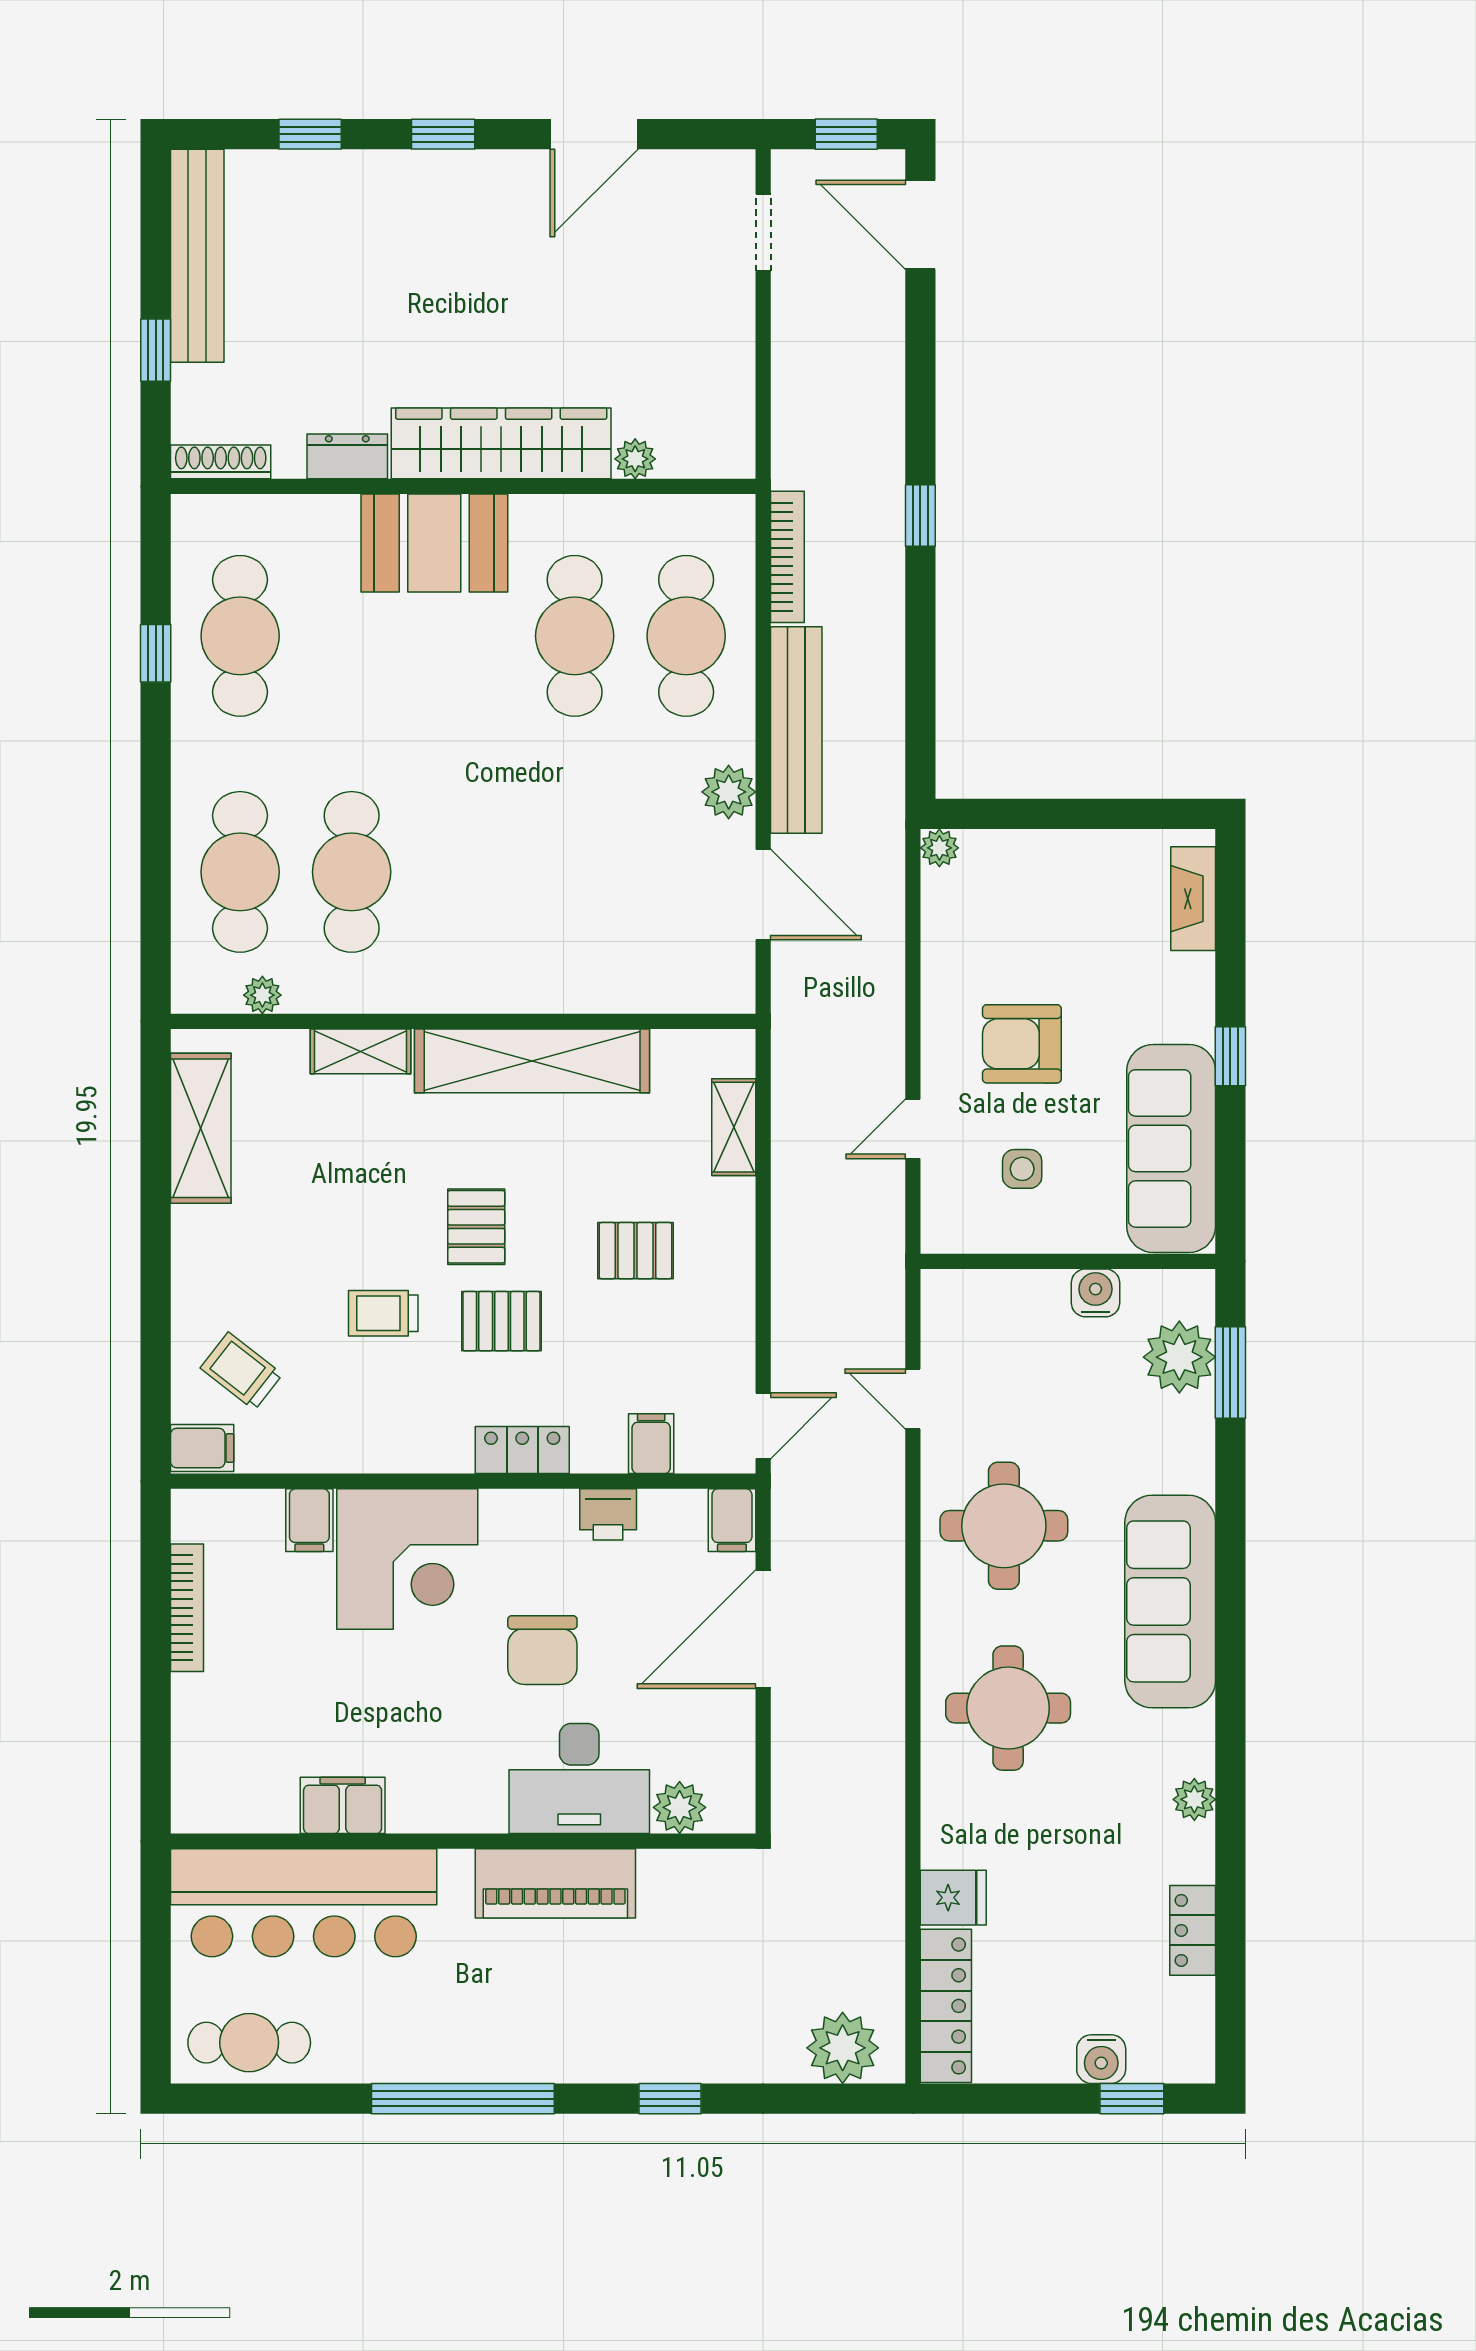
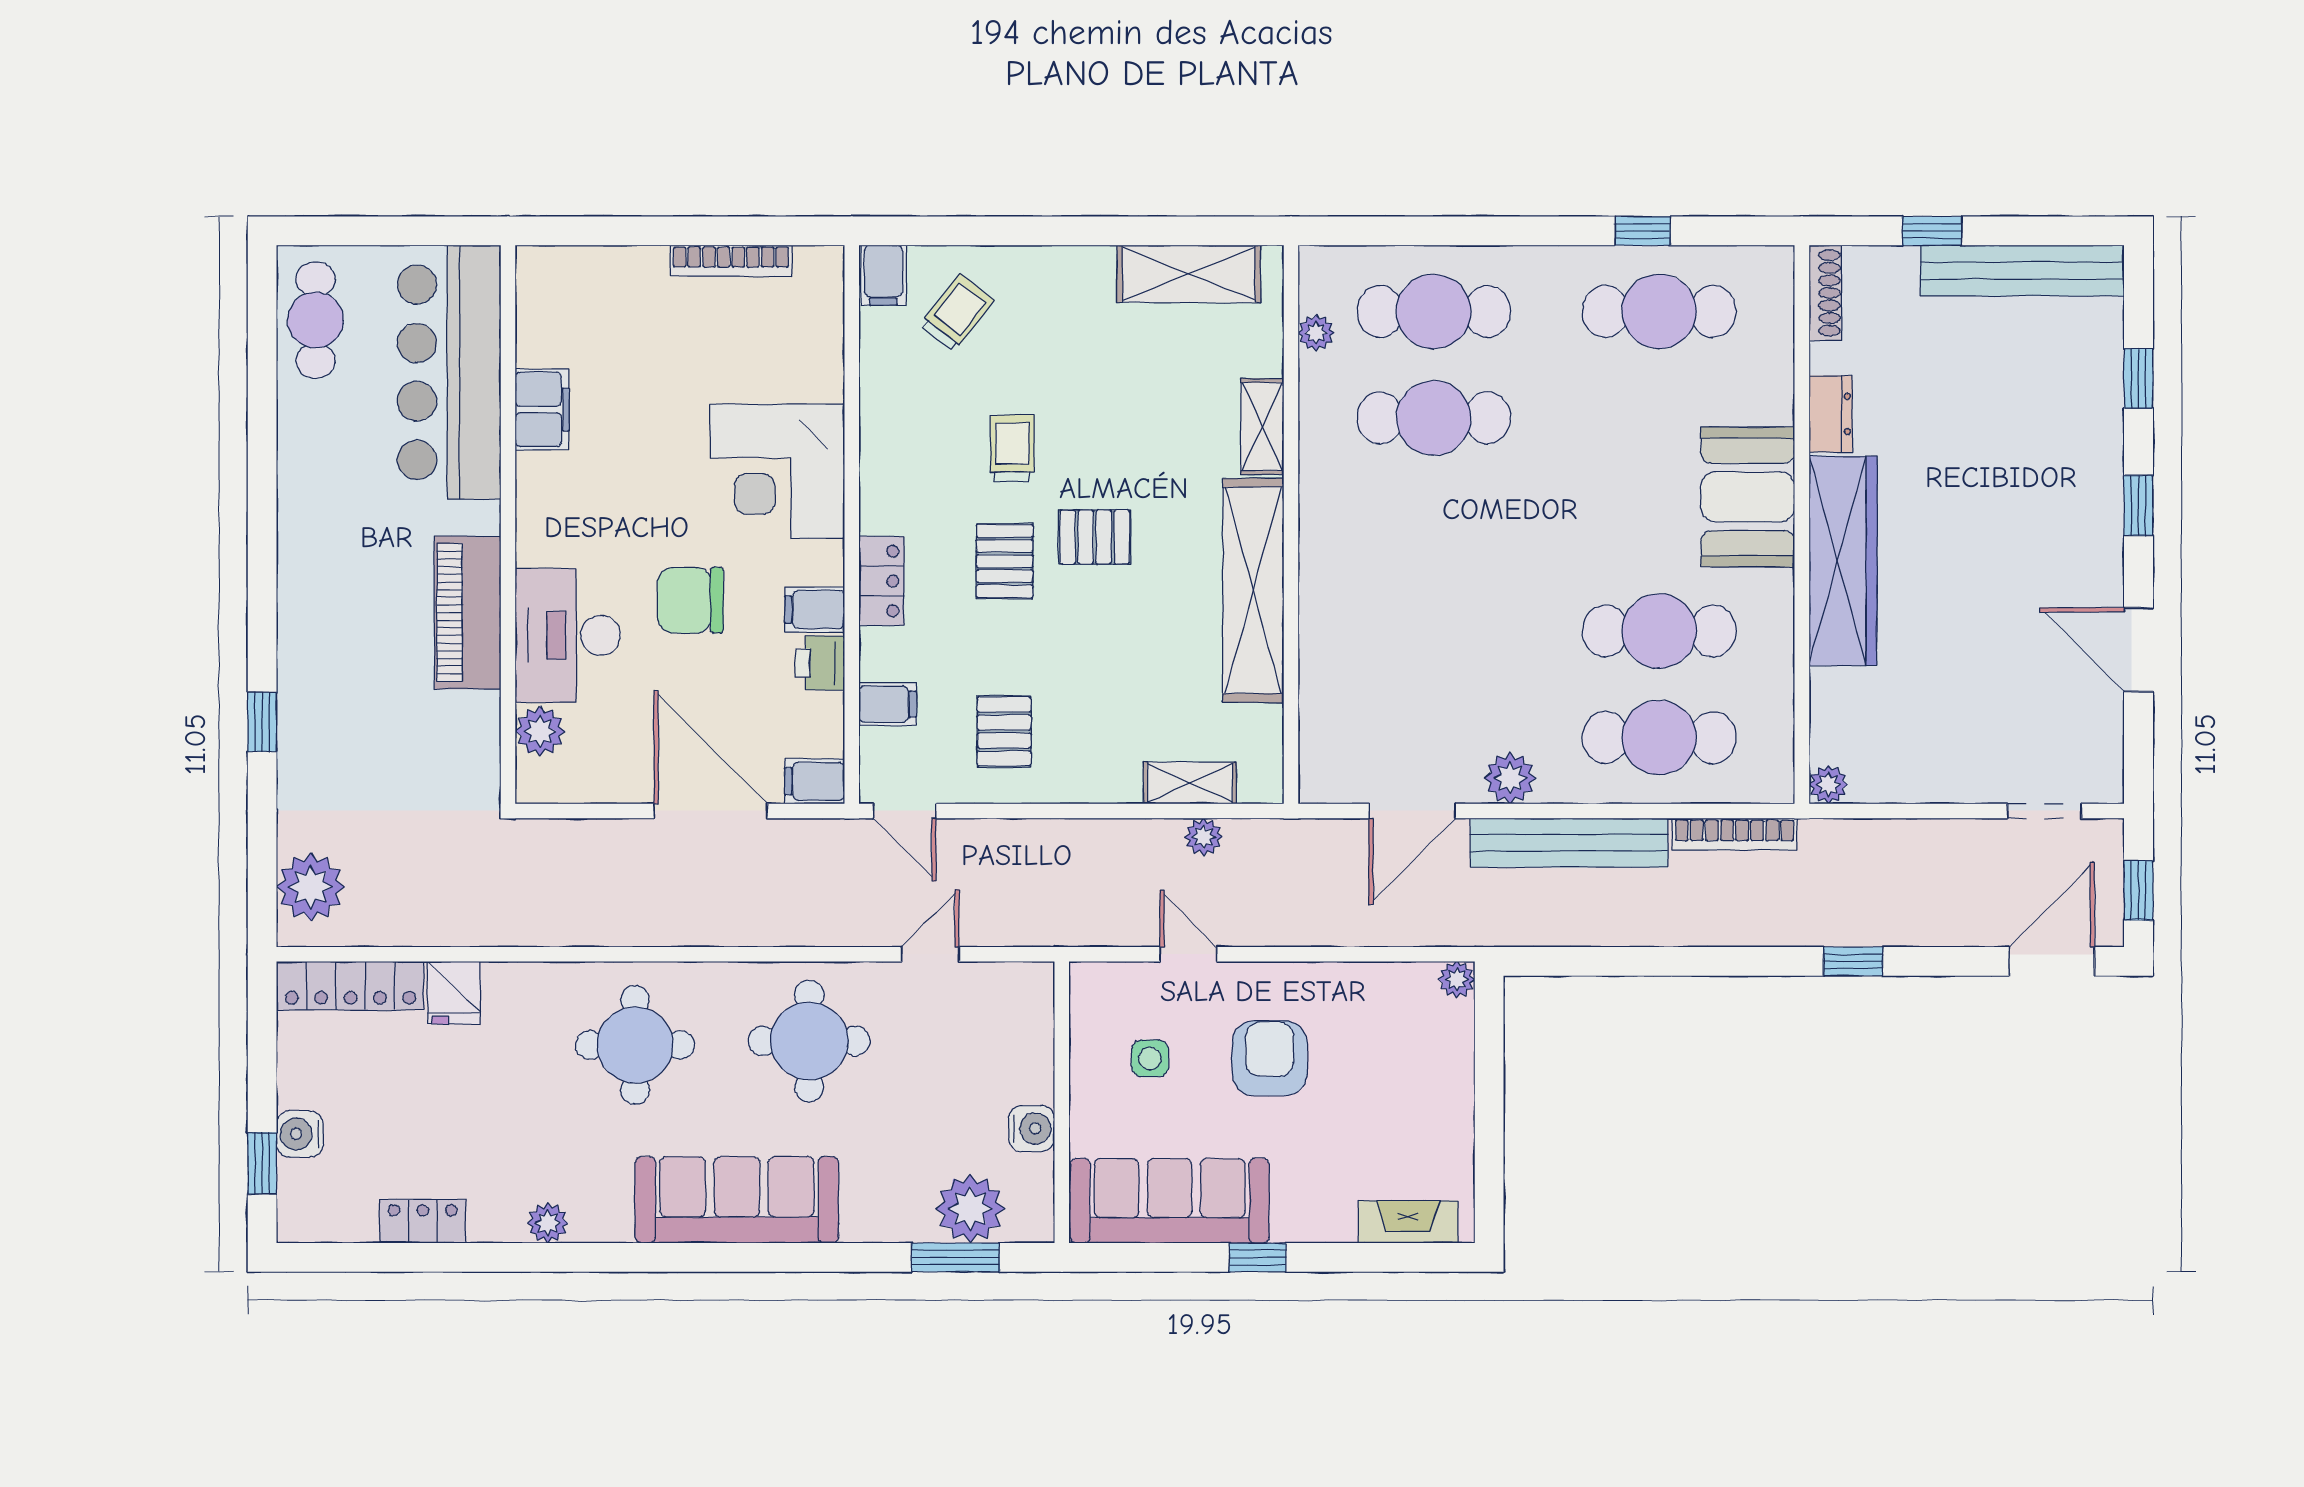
plant: (635, 459) -> (1828, 785), moved
window: (920, 516) -> (1853, 961), moved
plant: (790, 1113) -> (1204, 837), added
pallet: (635, 1251) -> (1004, 731), moved
filing cabinet: (309, 1520) -> (815, 610), moved
window: (463, 2099) -> (262, 524), removed

